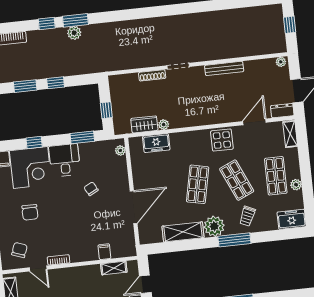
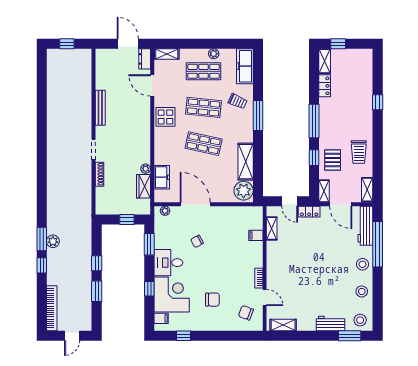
plant: (281, 62) -> (100, 55), removed
shop shelf: (237, 180) -> (204, 107), turned 30
door: (134, 207) -> (195, 204), moved
freezer: (292, 219) -> (245, 66), width x1.40
plant: (214, 226) -> (244, 191), moved
door: (38, 268) -> (265, 298), hinge flipped

